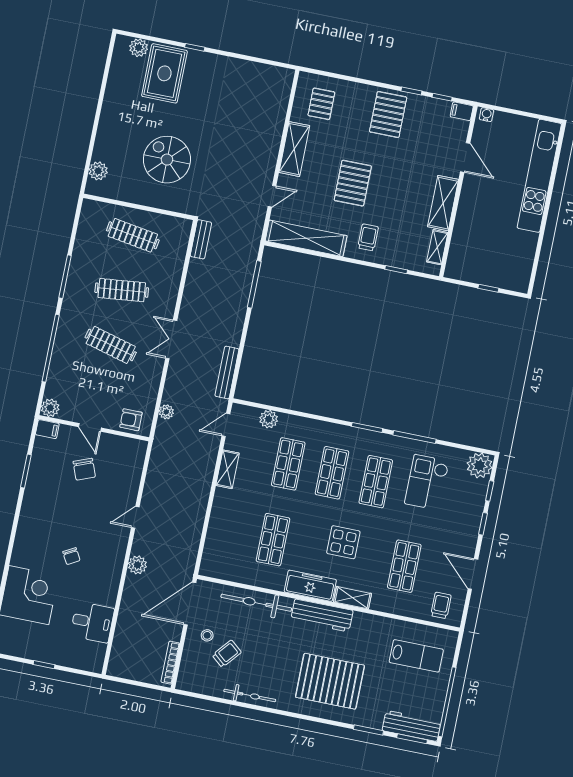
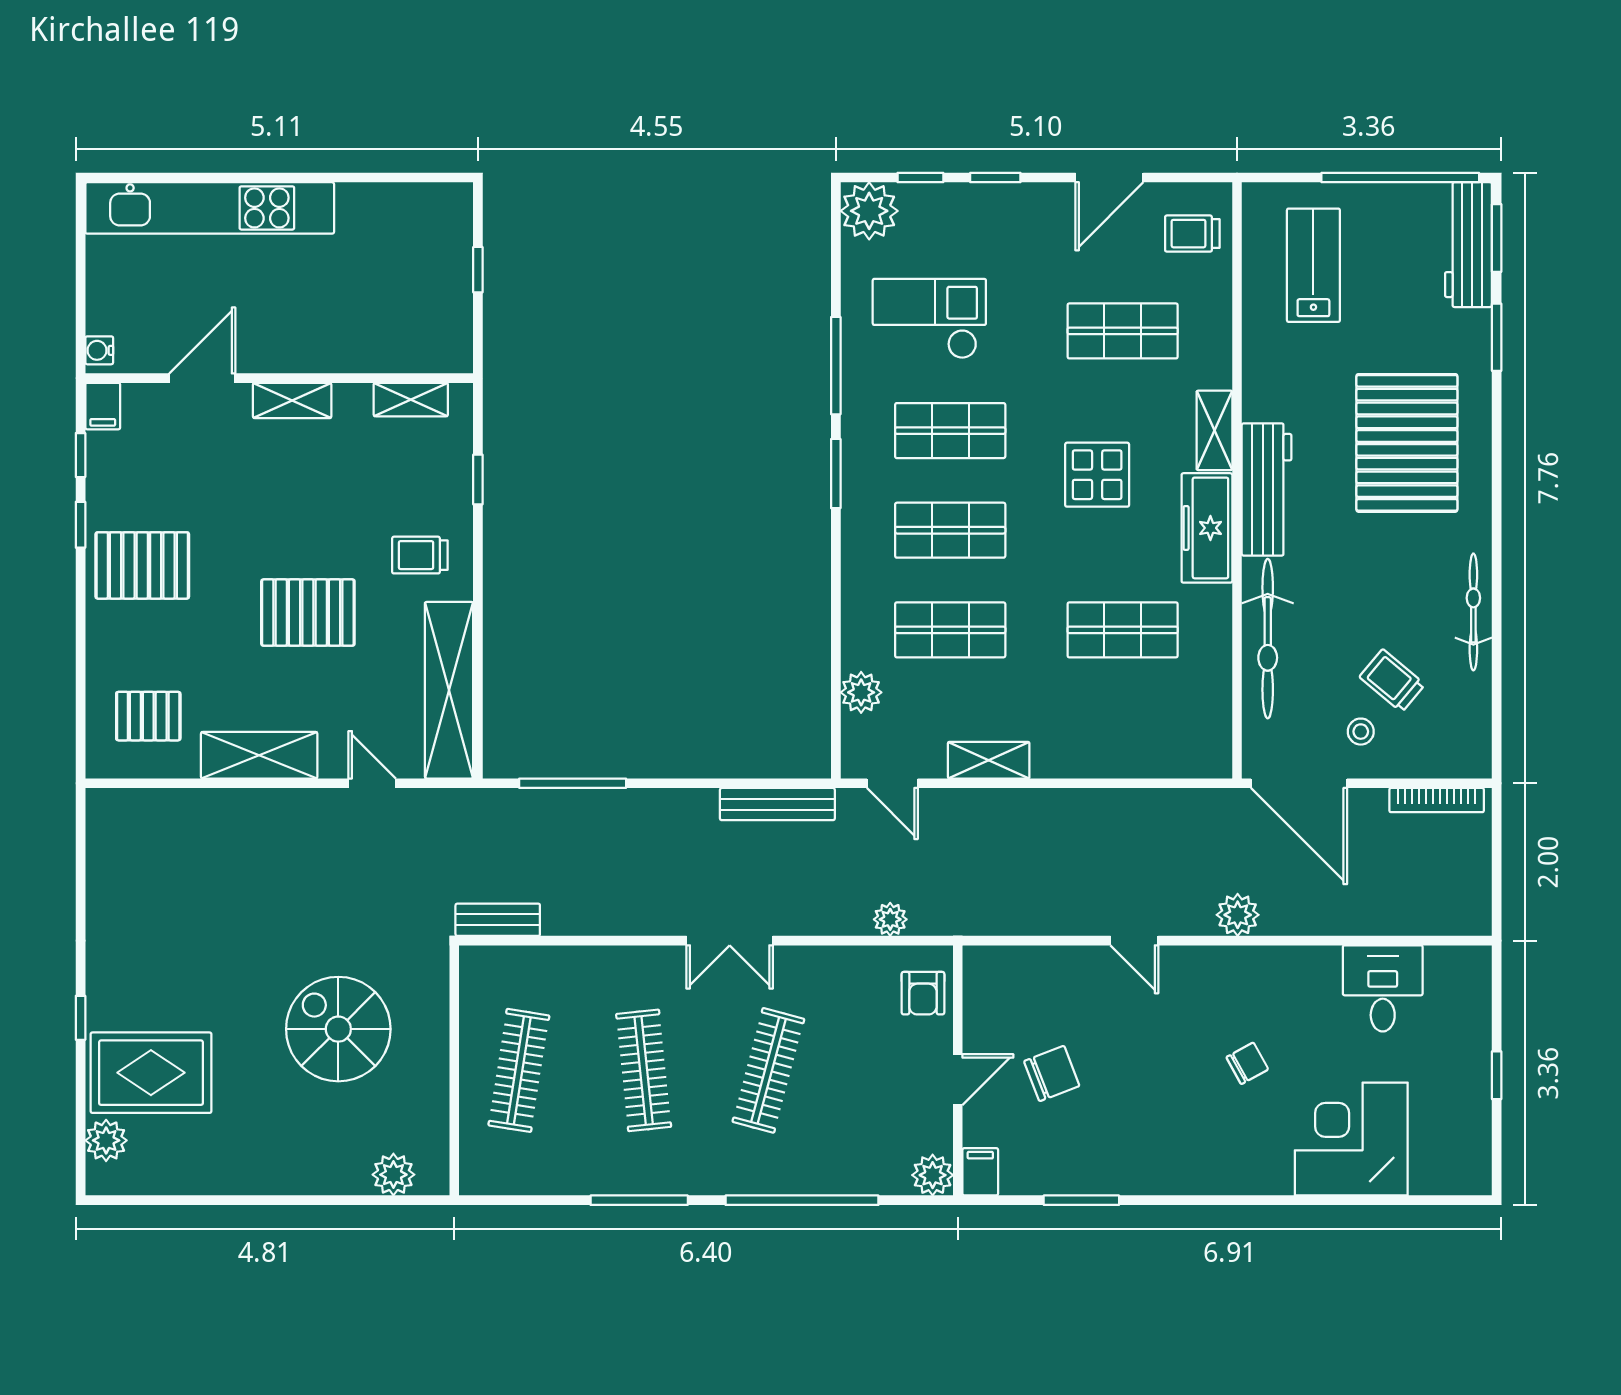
spiral stairs: (167, 160) -> (338, 1029), turned 90
shelving: (443, 203) -> (292, 400), width x0.67, depth x0.75
checkout: (427, 482) -> (929, 319), turned 180

